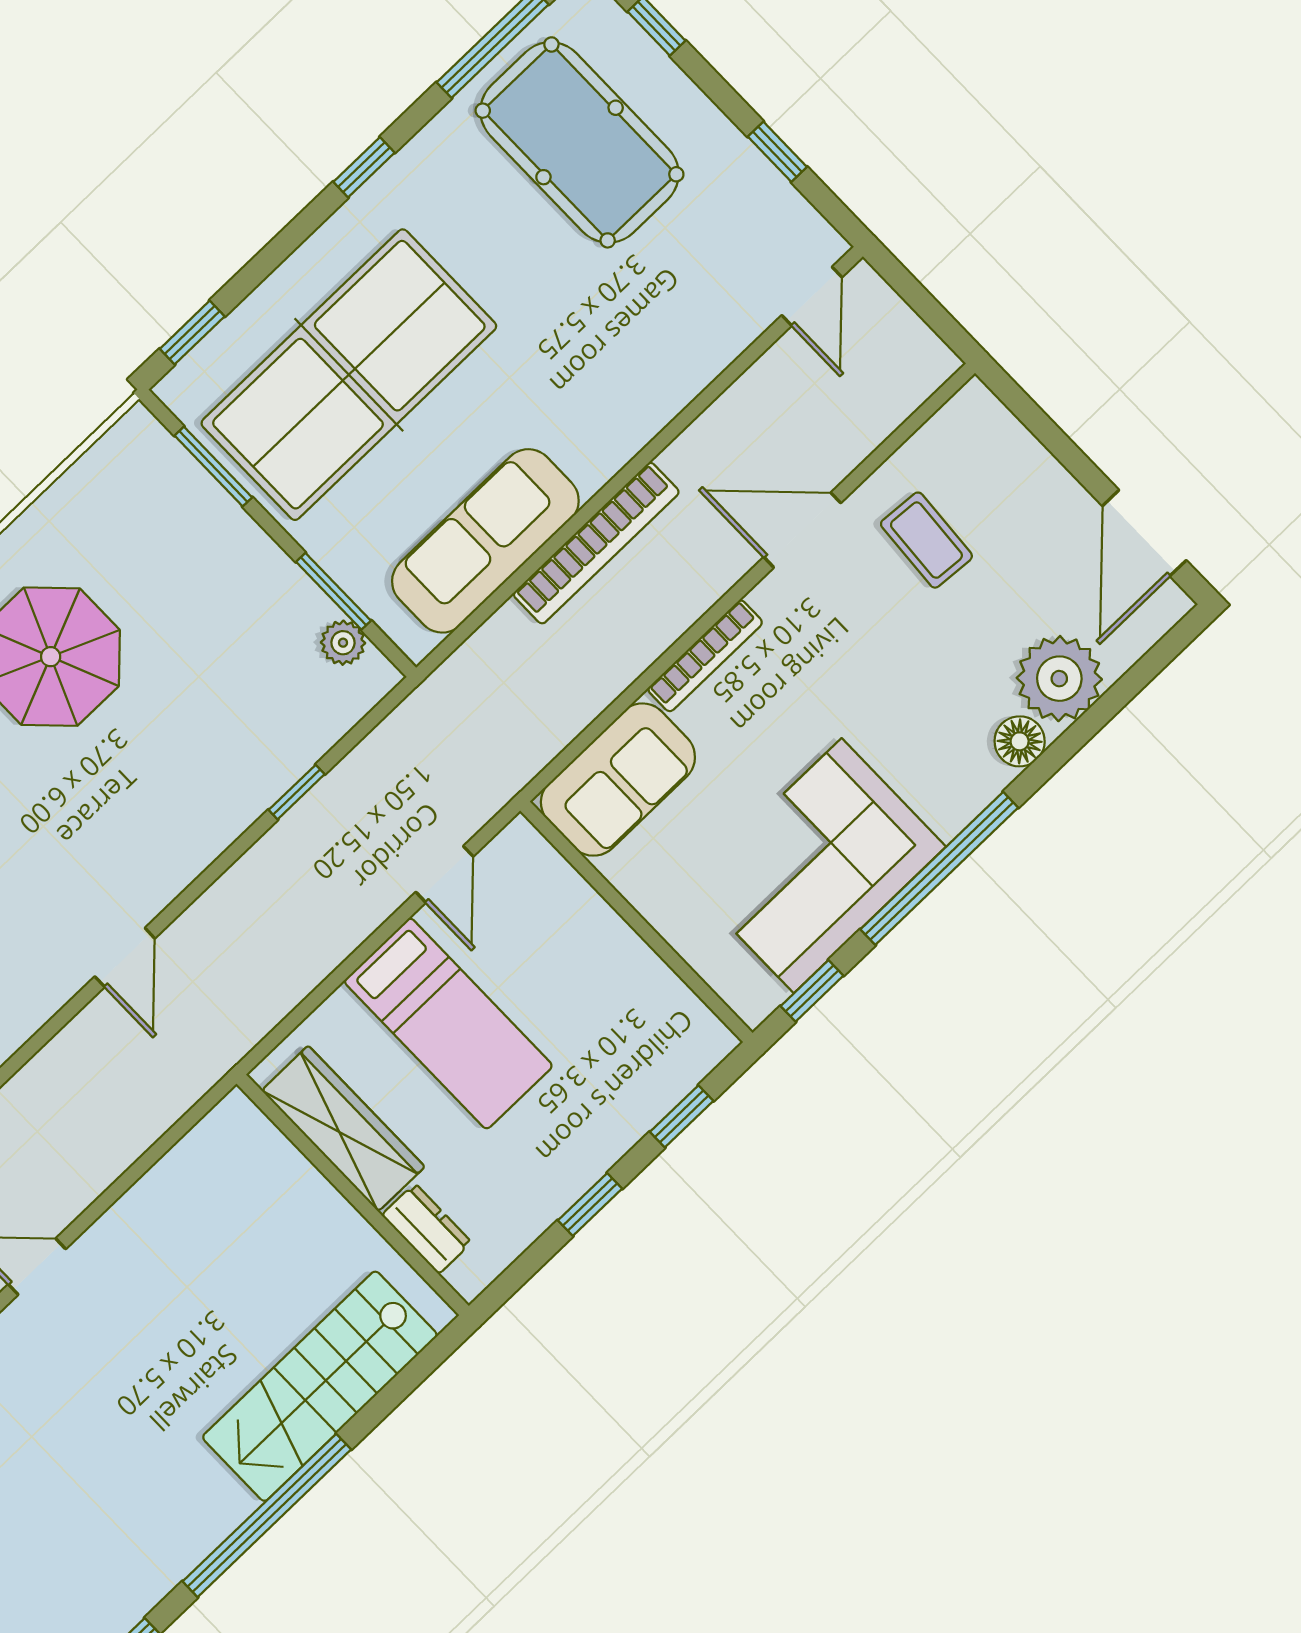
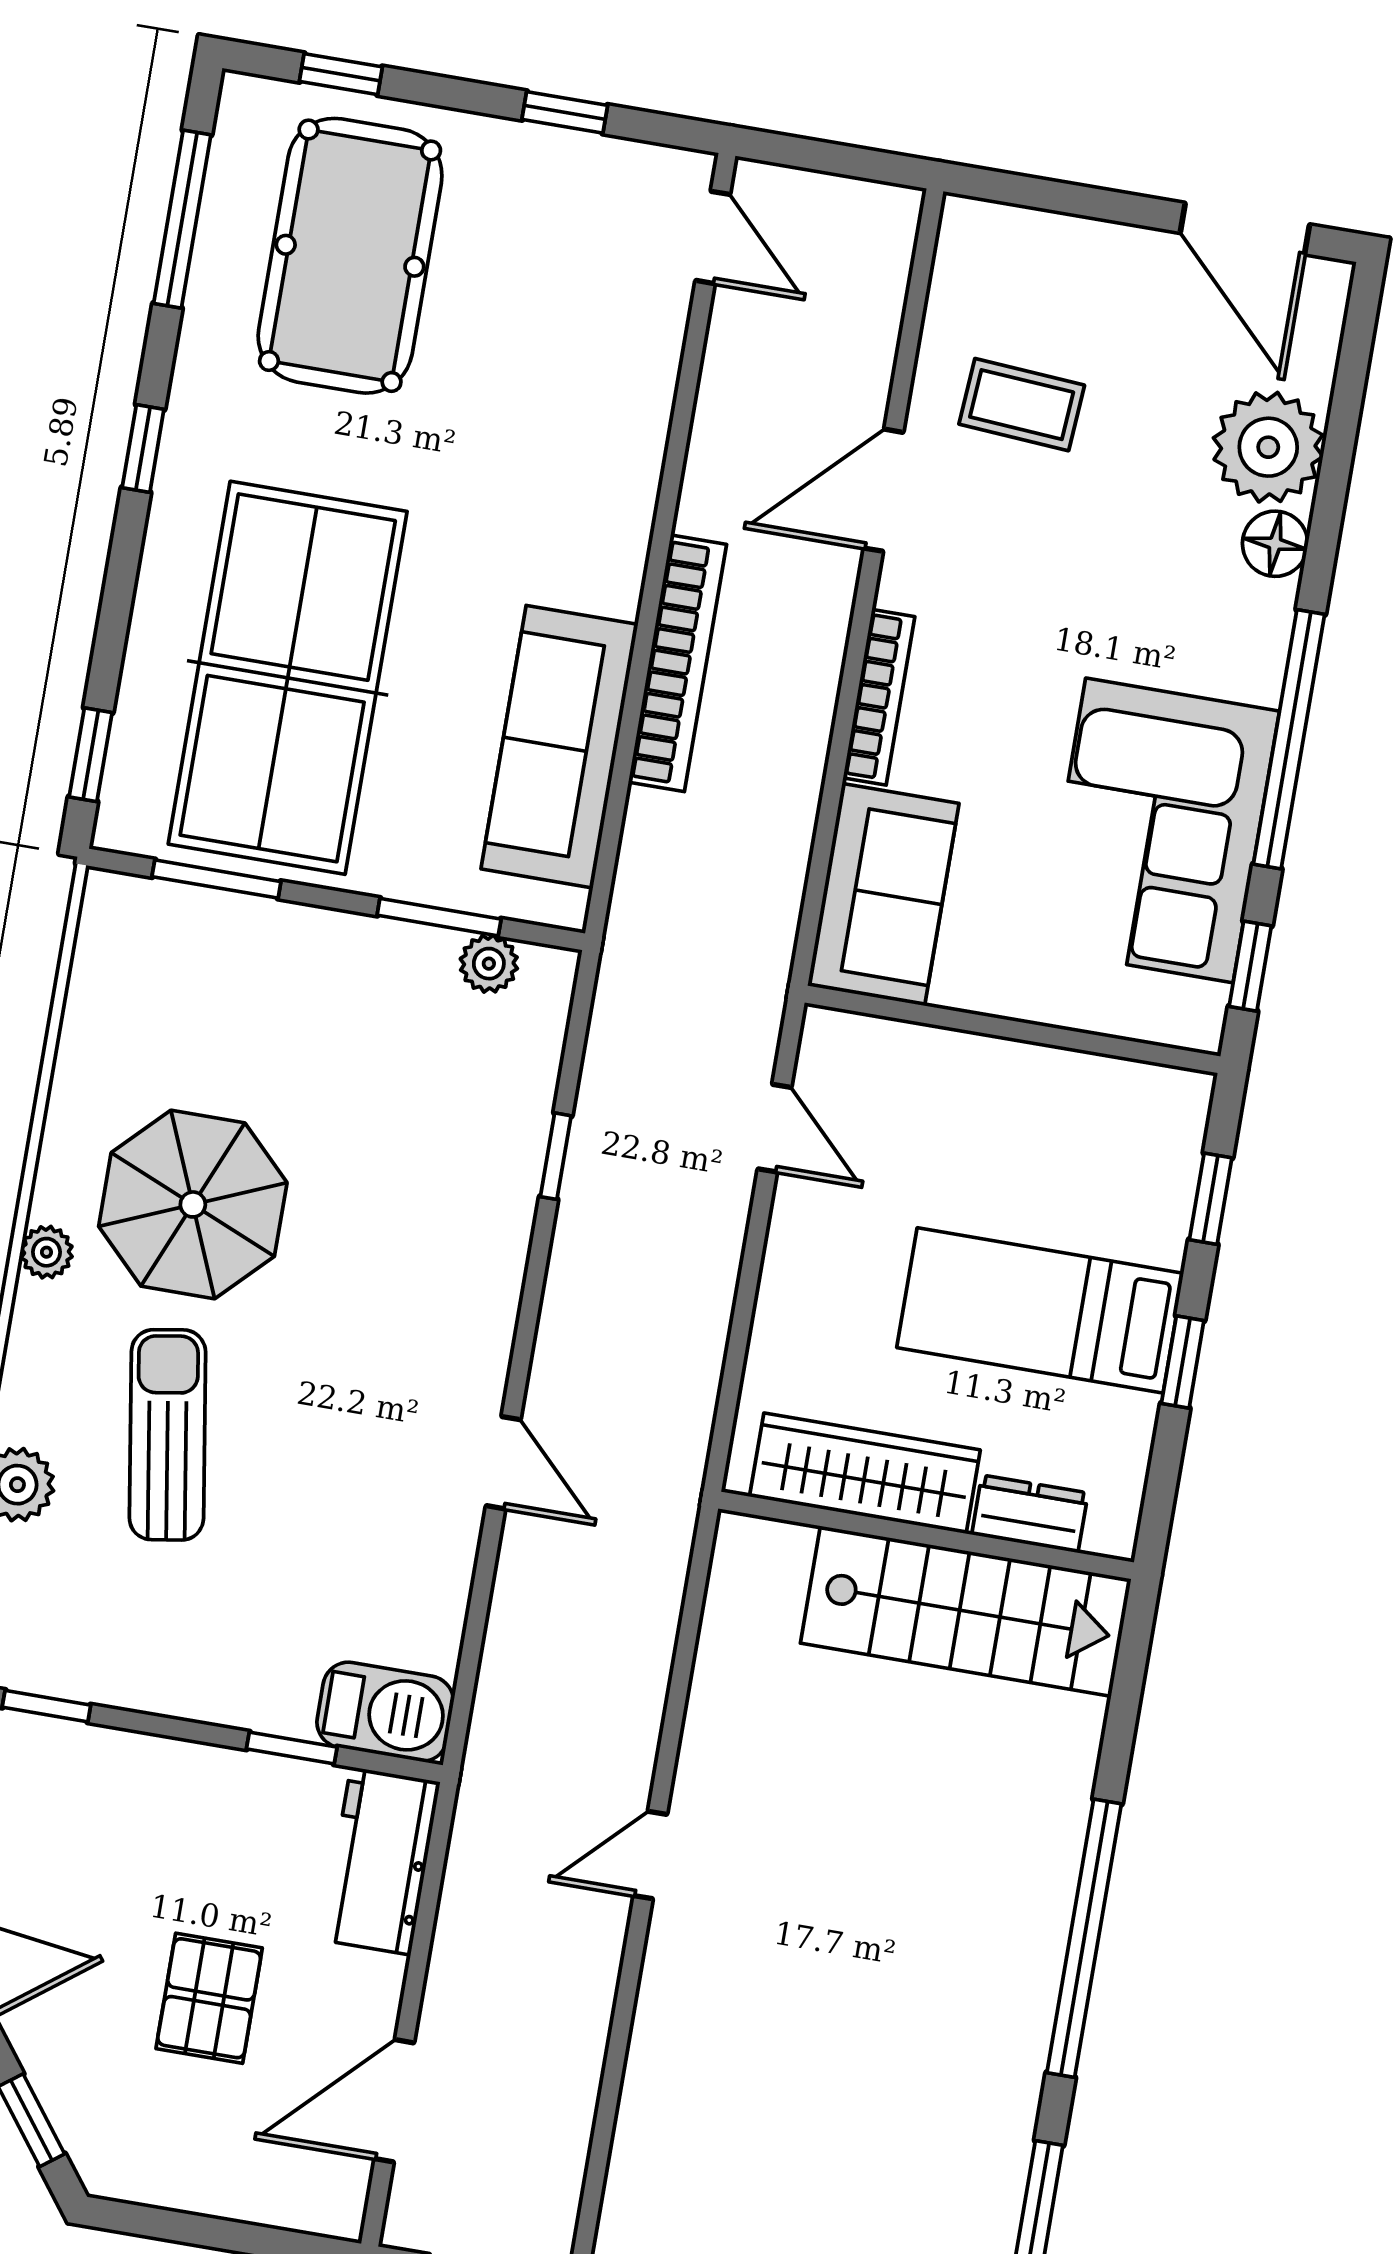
pool table: (580, 142) -> (350, 256), turned 90
bed: (448, 1023) -> (1040, 1310), moved, turned 180
stairs: (320, 1386) -> (966, 1611), moved, turned -90

